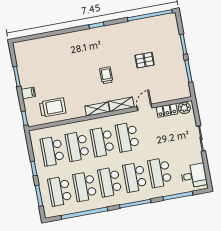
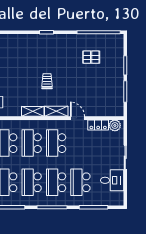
pallet: (145, 60) -> (91, 57), moved
door: (144, 107) -> (77, 118), hinge flipped
desk: (194, 176) -> (112, 180), moved

